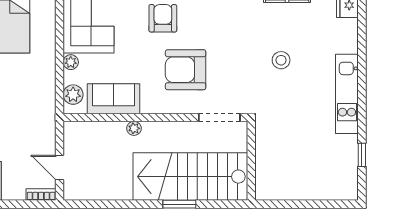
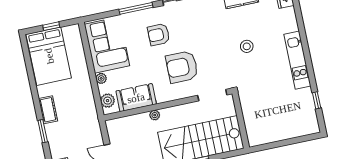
armchair: (163, 18) -> (159, 35), turned -90

